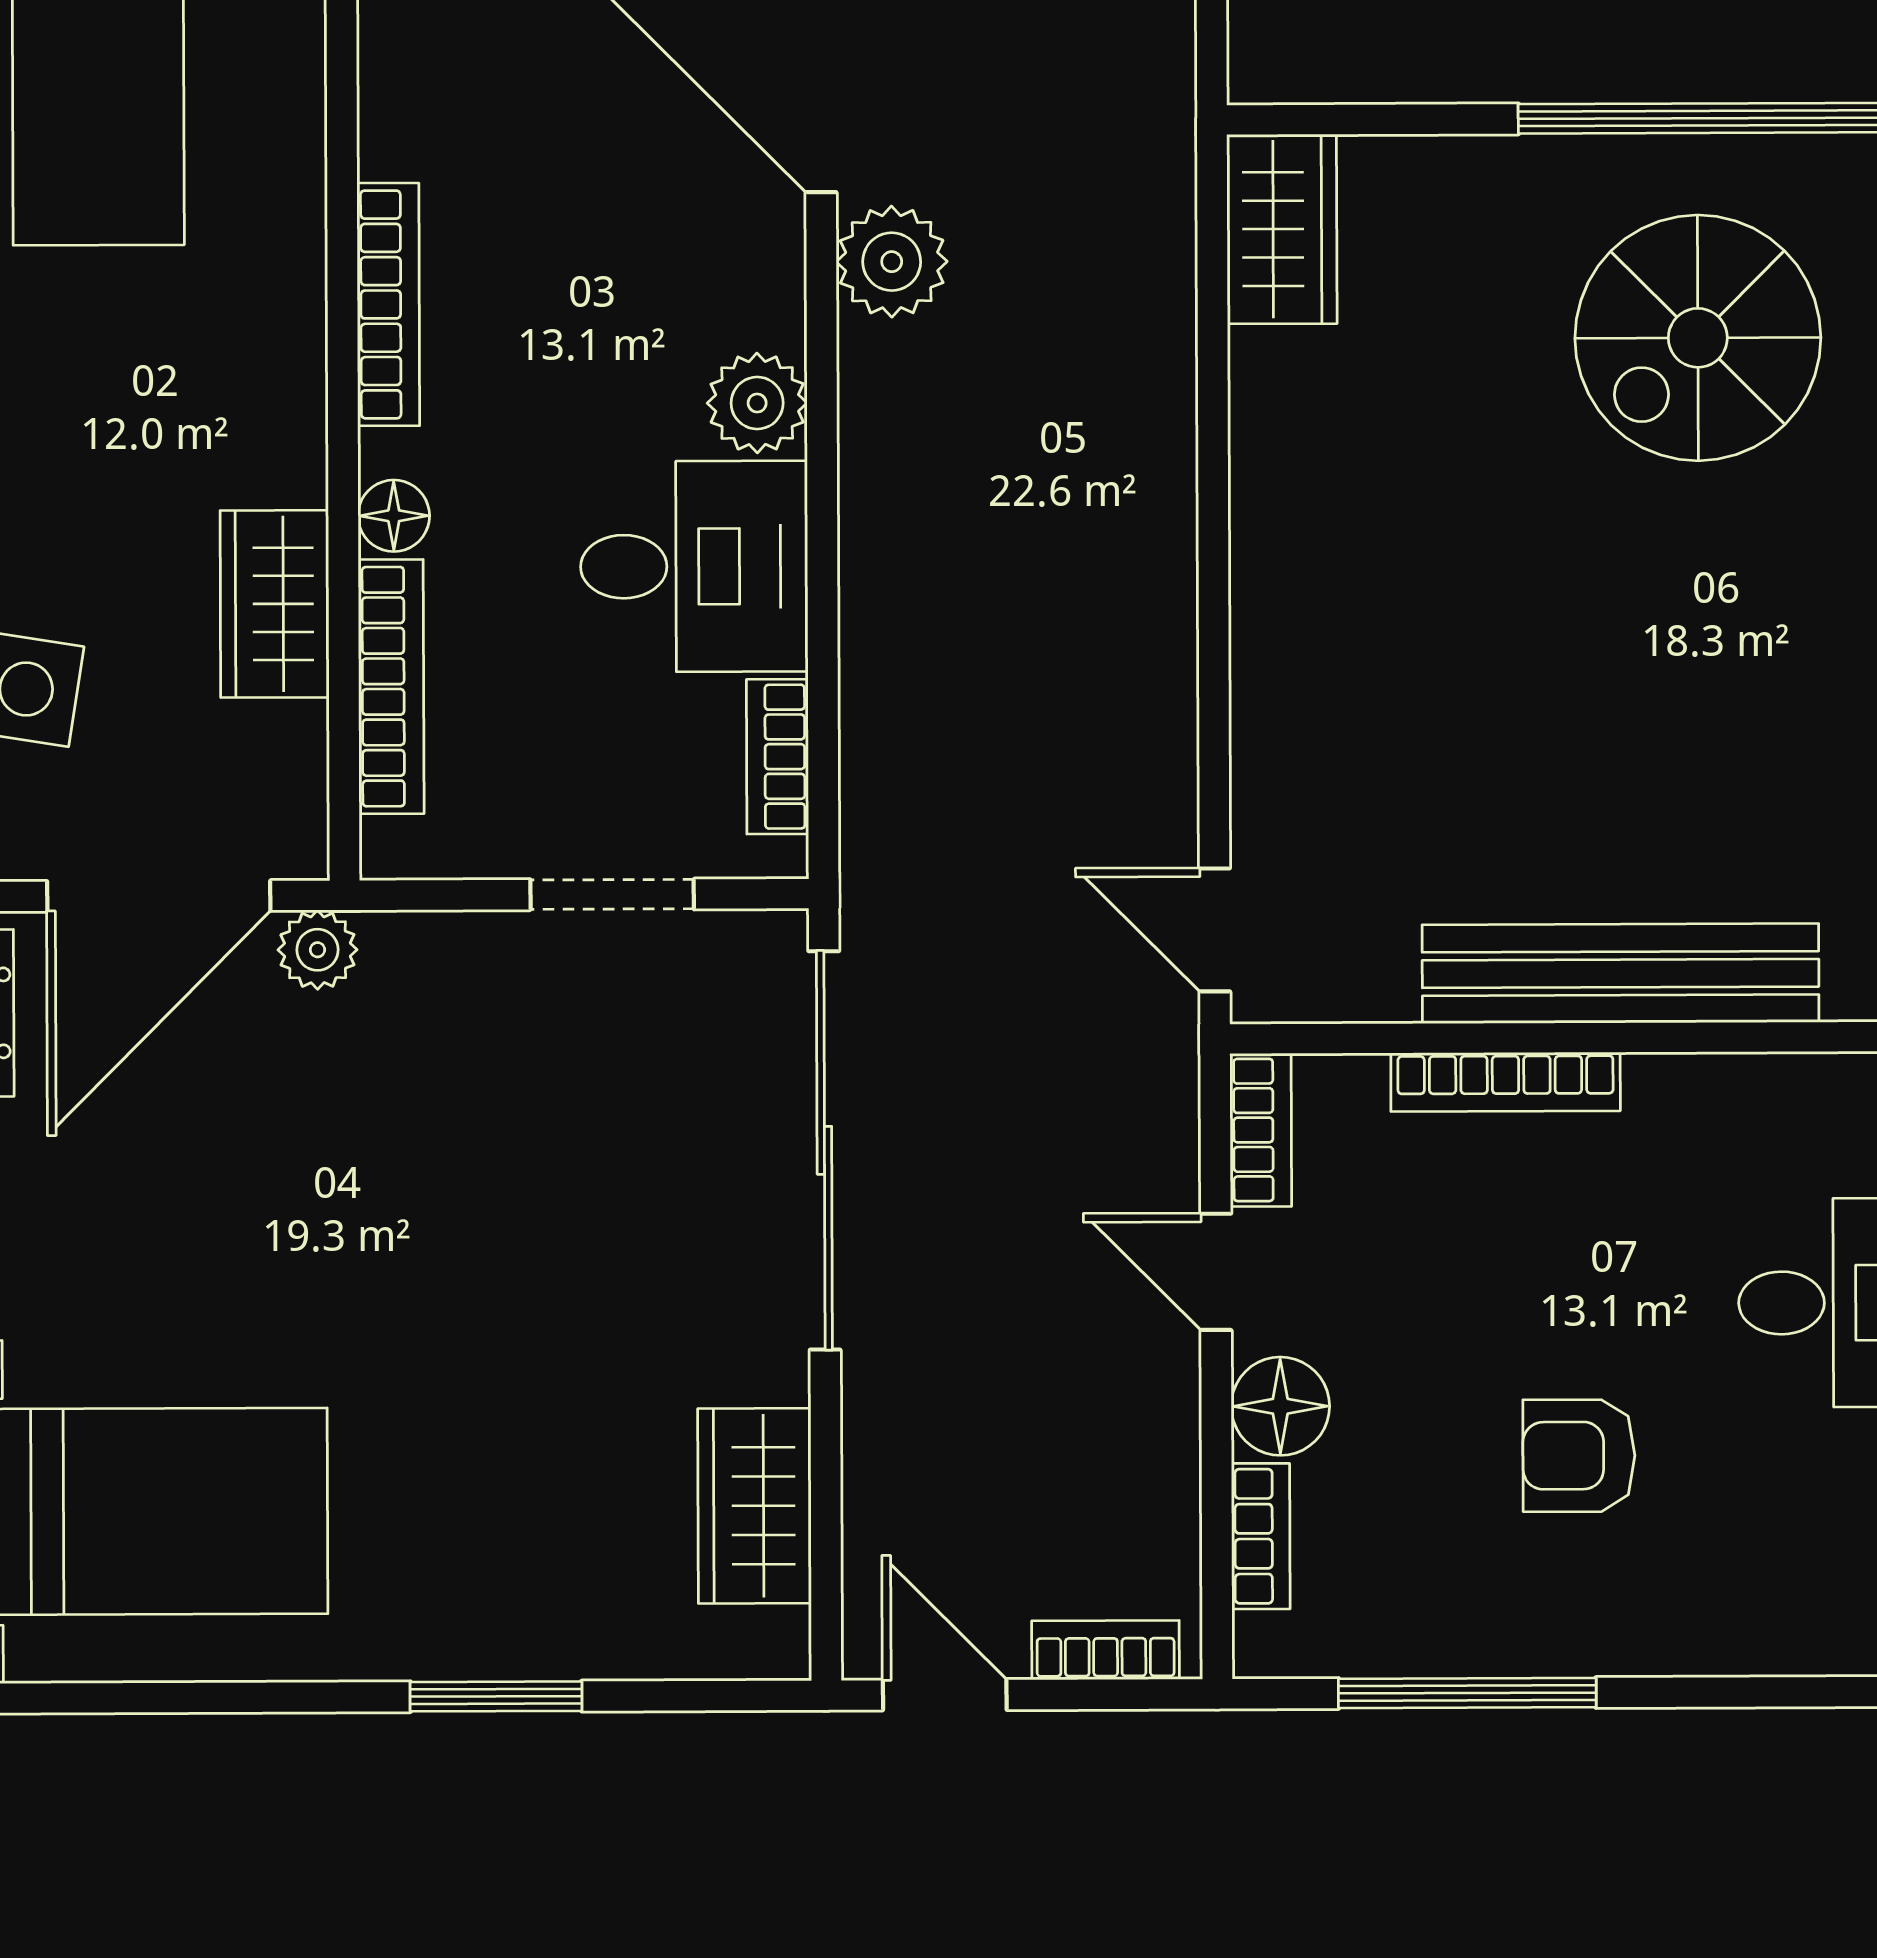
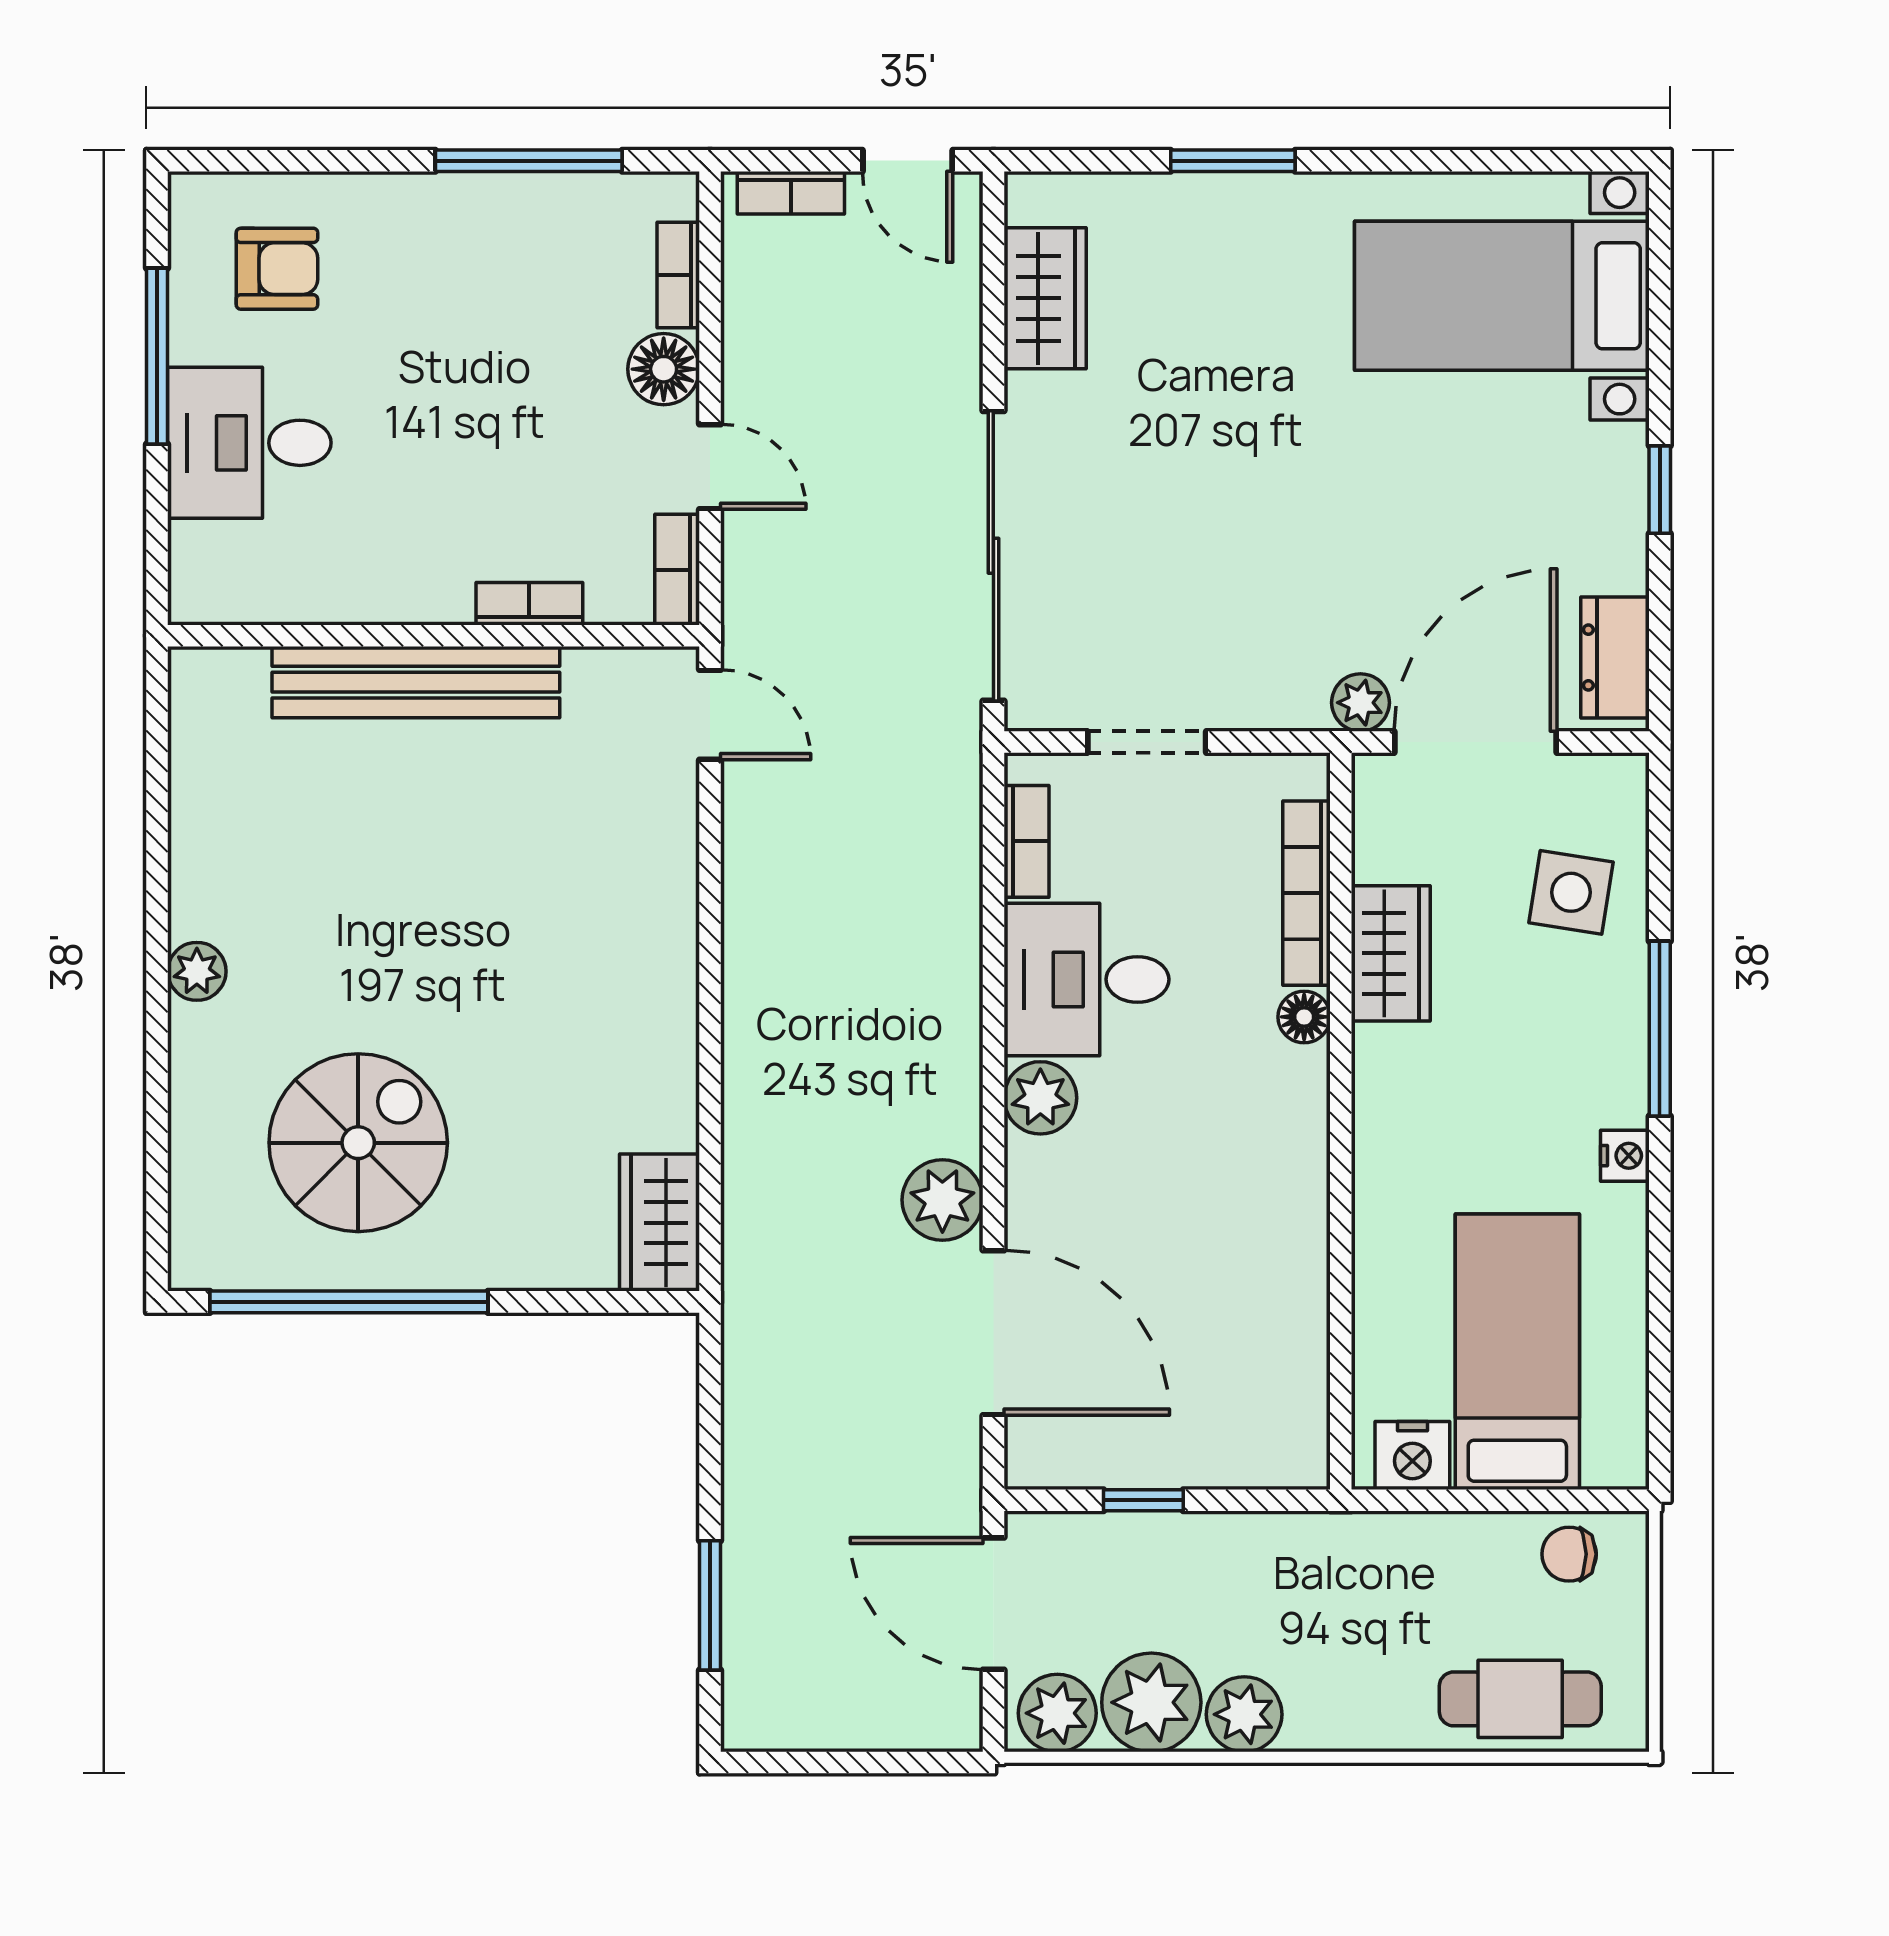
bookcase: (388, 304) -> (1308, 1170), removed
bookcase: (1506, 1082) -> (529, 604), width x0.64
armchair: (1579, 1456) -> (277, 269), moved

